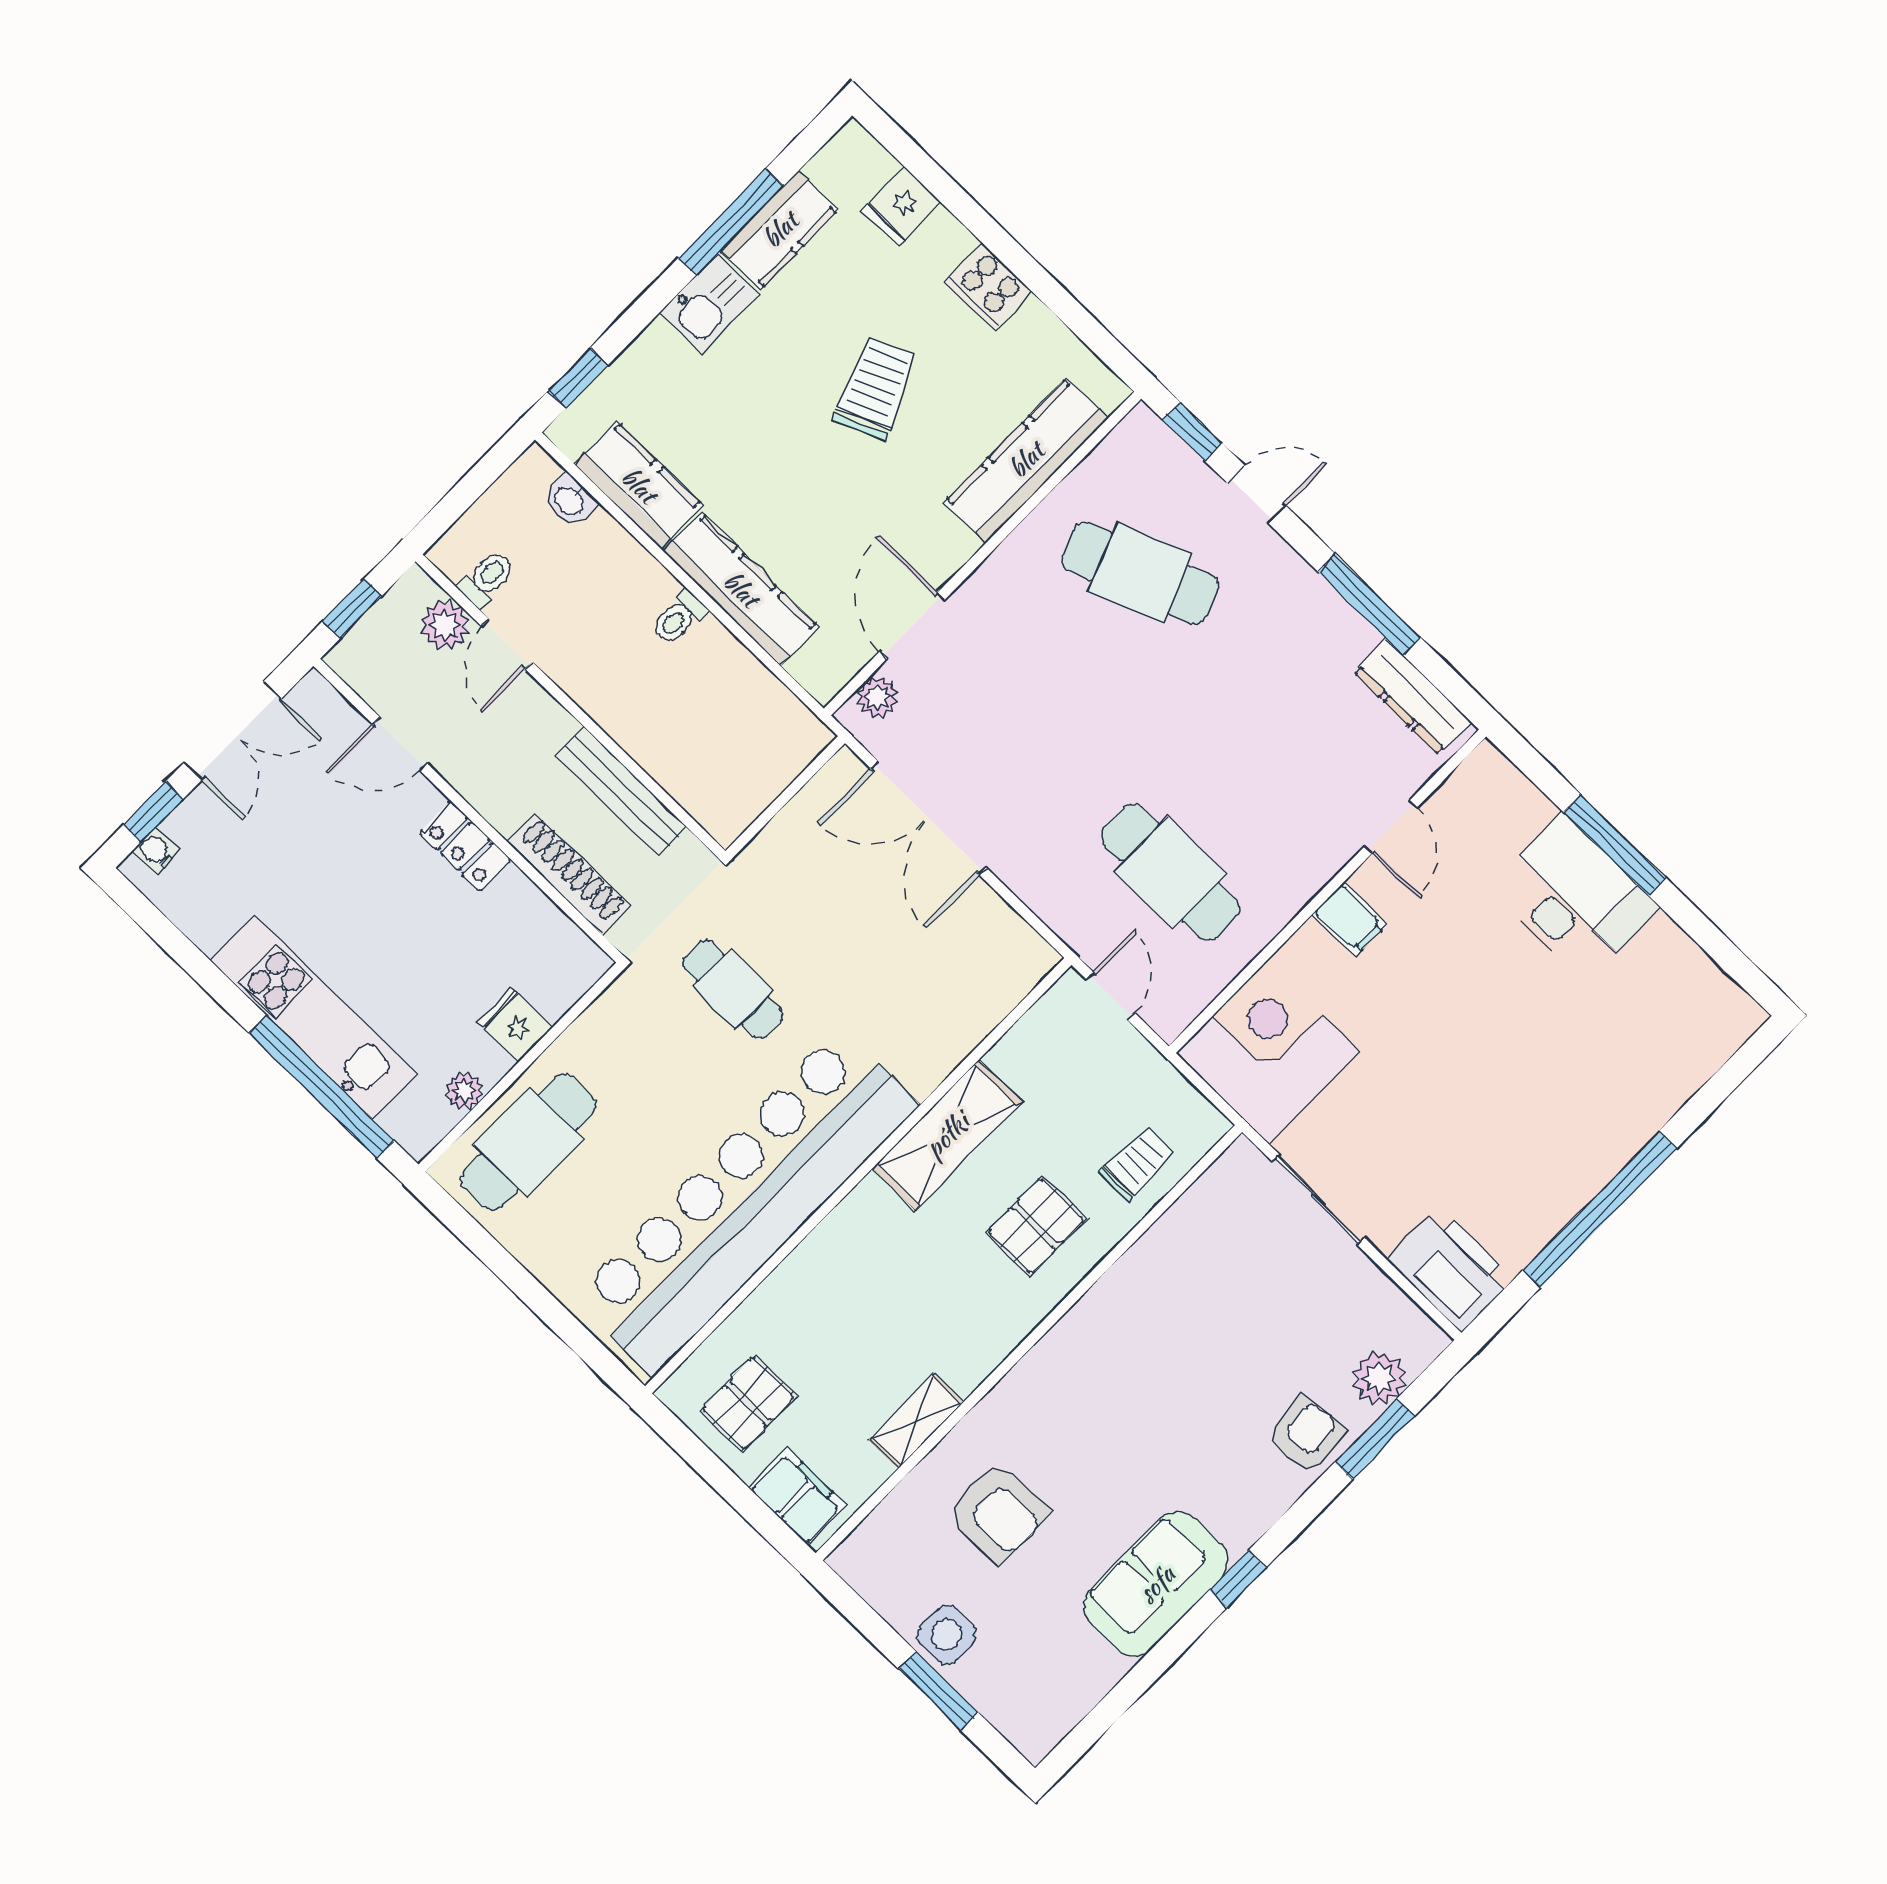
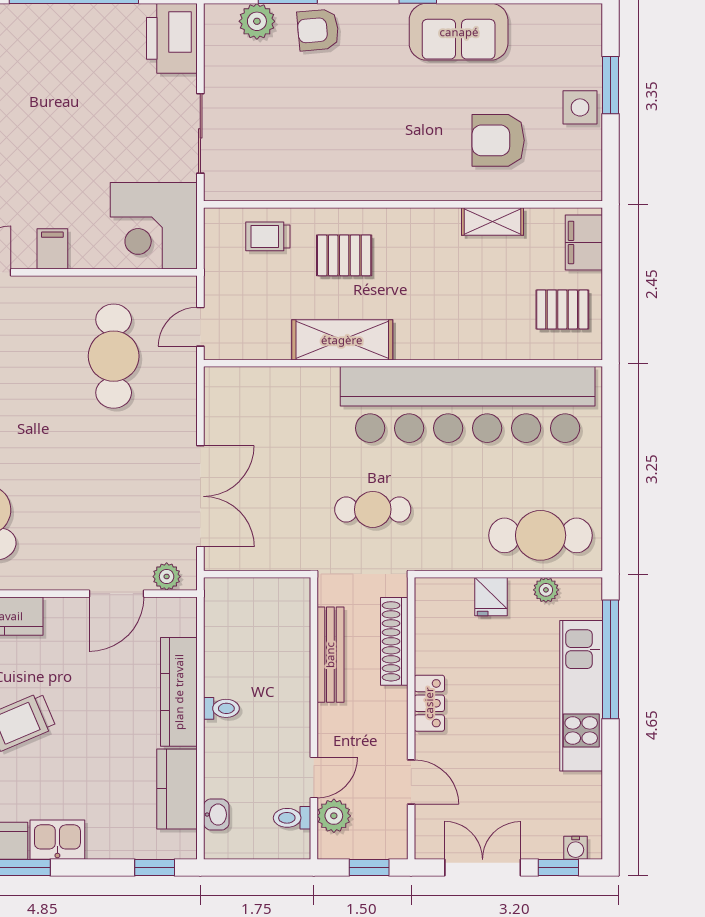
cafe table: (733, 989) -> (373, 509), turned 90
armchair: (998, 1512) -> (498, 140), turned -90

